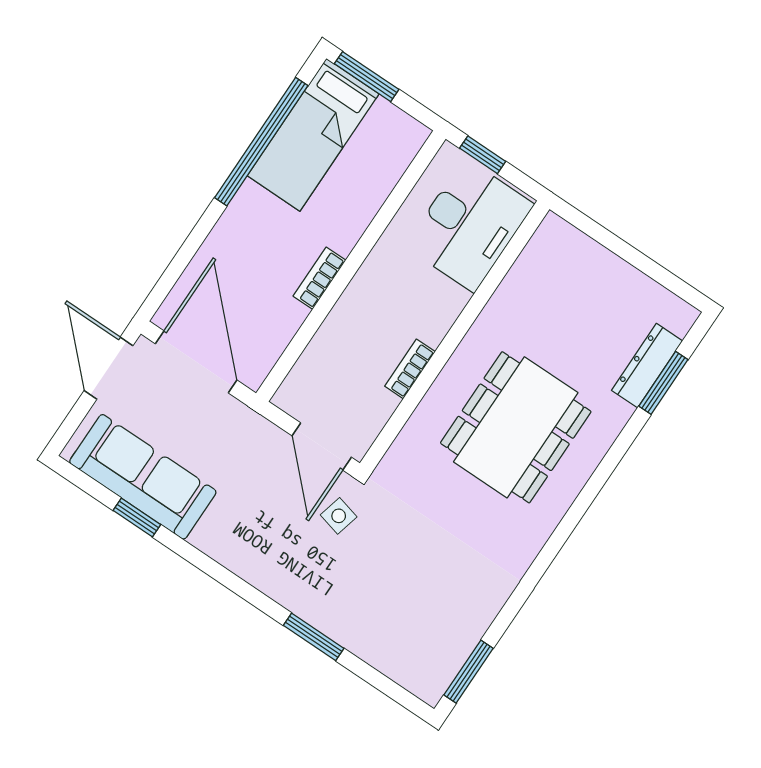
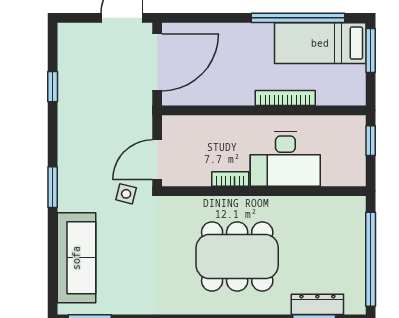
desk: (469, 225) -> (285, 159), moved
window: (635, 258) -> (371, 259), added
bookcase: (319, 278) -> (285, 98), moved, width x1.56
sofa: (143, 477) -> (76, 258), moved
window: (314, 637) -> (53, 187), moved

